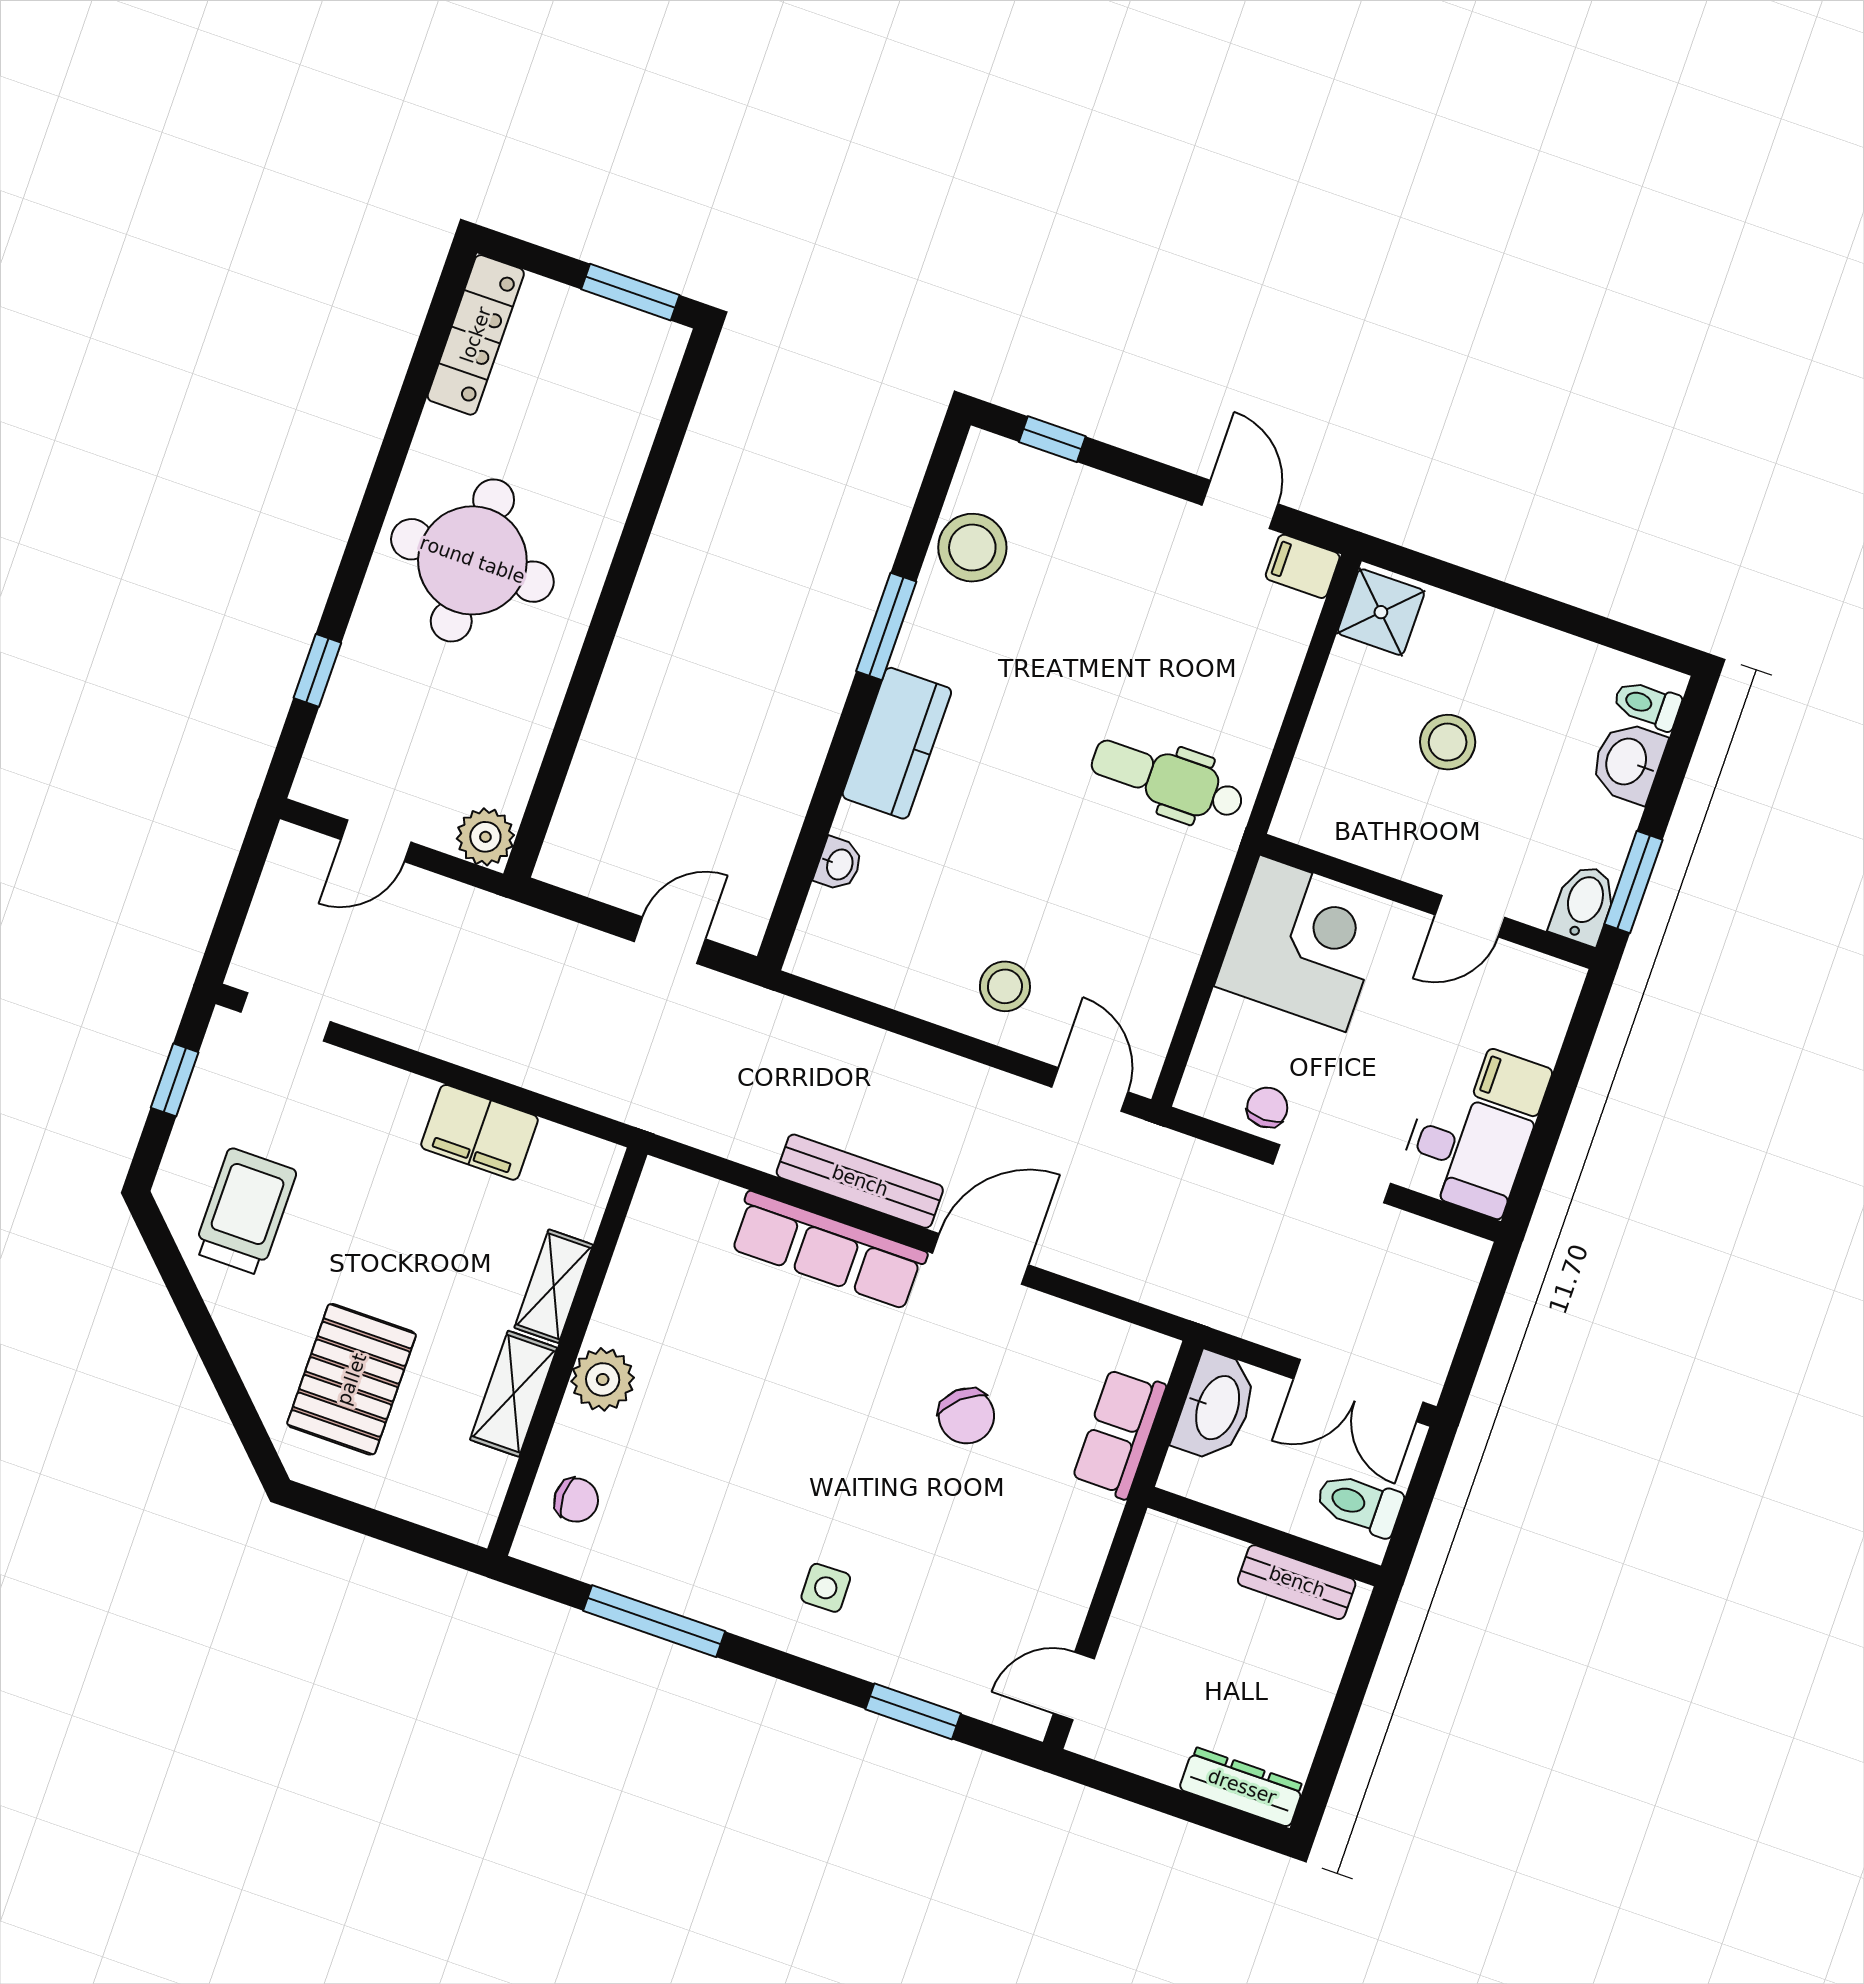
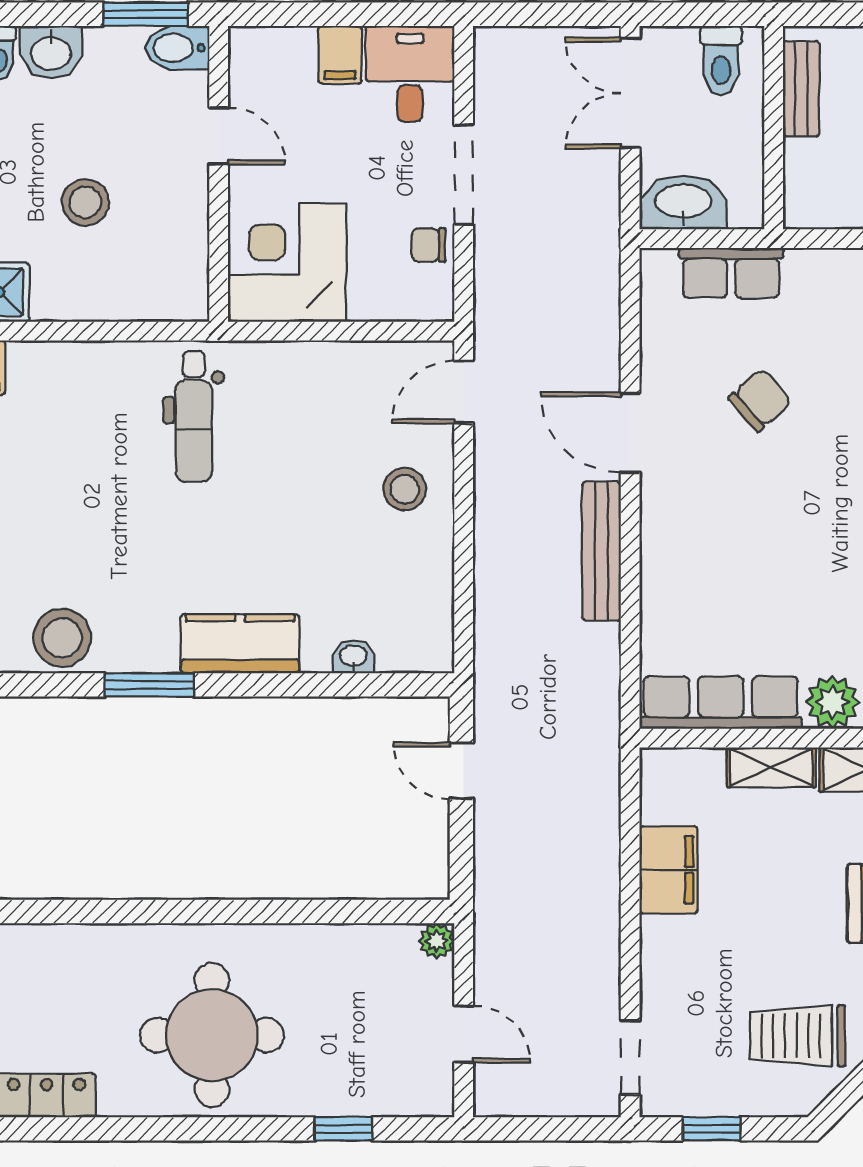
plant: (485, 837) -> (437, 941), width x0.73, depth x0.73
row of seats: (828, 1250) -> (721, 702), moved, turned -90
double door: (1358, 1390) -> (630, 93), swing flipped

